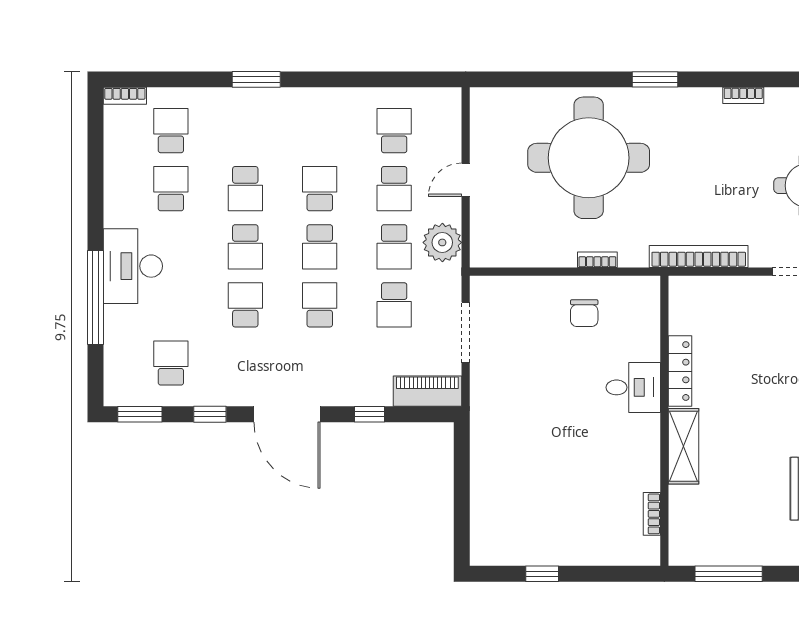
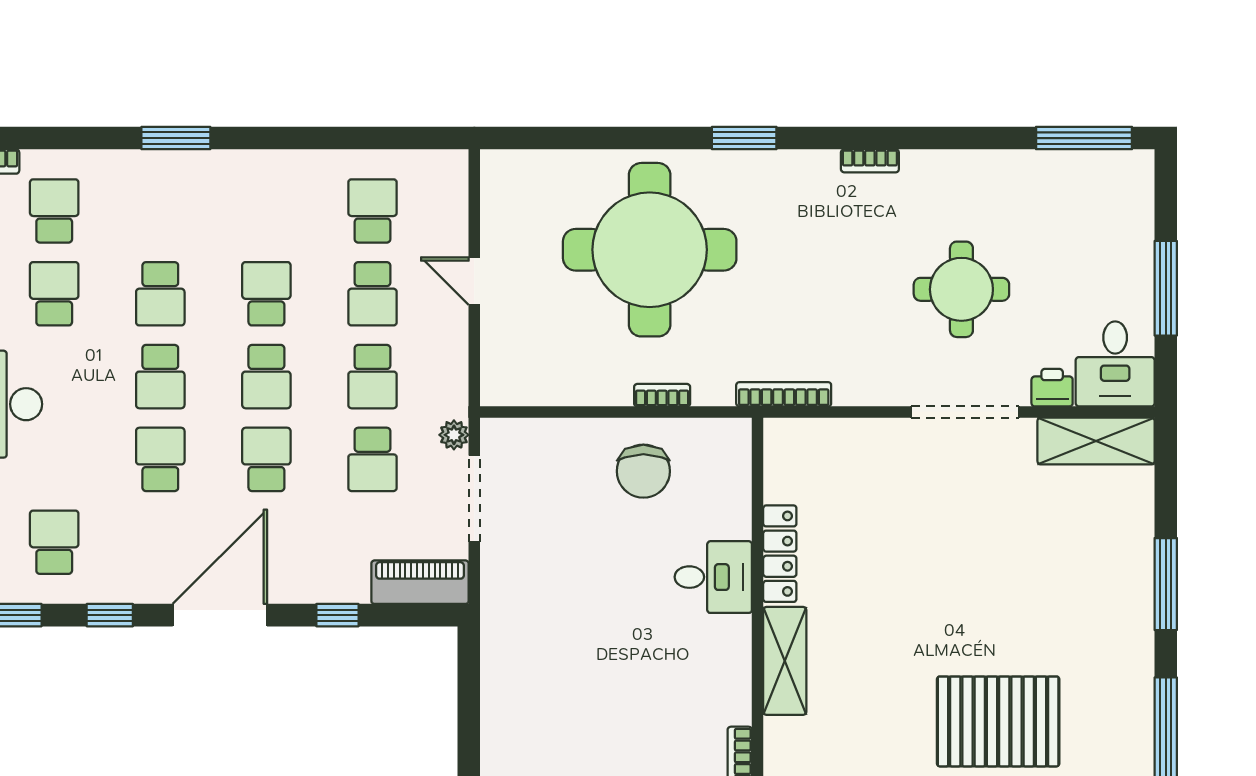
door: (466, 180) -> (474, 281), hinge flipped
plant: (442, 242) -> (454, 435), moved, width x0.53, depth x0.53
bookcase: (699, 257) -> (784, 394), width x0.68, depth x0.76
chair: (584, 313) -> (643, 471), width x1.37, depth x1.37
door: (287, 414) -> (220, 615), swing flipped

